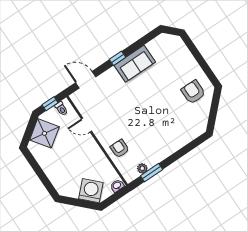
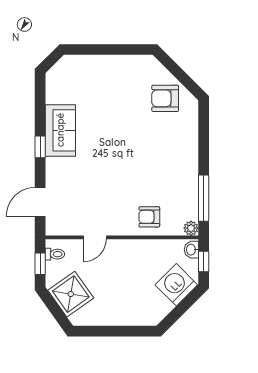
armchair: (193, 92) -> (165, 98), moved
plant: (142, 168) -> (191, 228), moved
window: (152, 173) -> (204, 198), width x1.44
window: (115, 197) -> (204, 262), added

